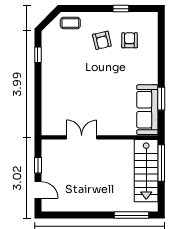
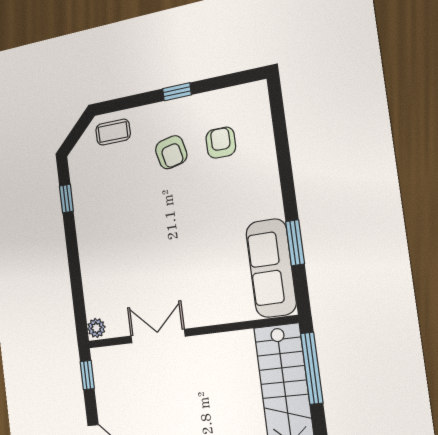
window: (121, 9) -> (177, 92), moved
plant: (47, 129) -> (96, 328), added
window: (38, 165) -> (87, 375), moved

